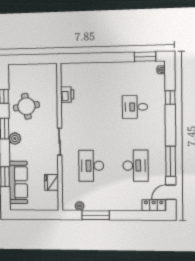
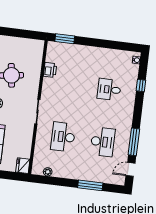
window: (145, 57) -> (65, 39), moved
fridge: (52, 182) -> (23, 166), moved
locker: (154, 205) -> (114, 179), removed
window: (96, 215) -> (90, 185), moved

